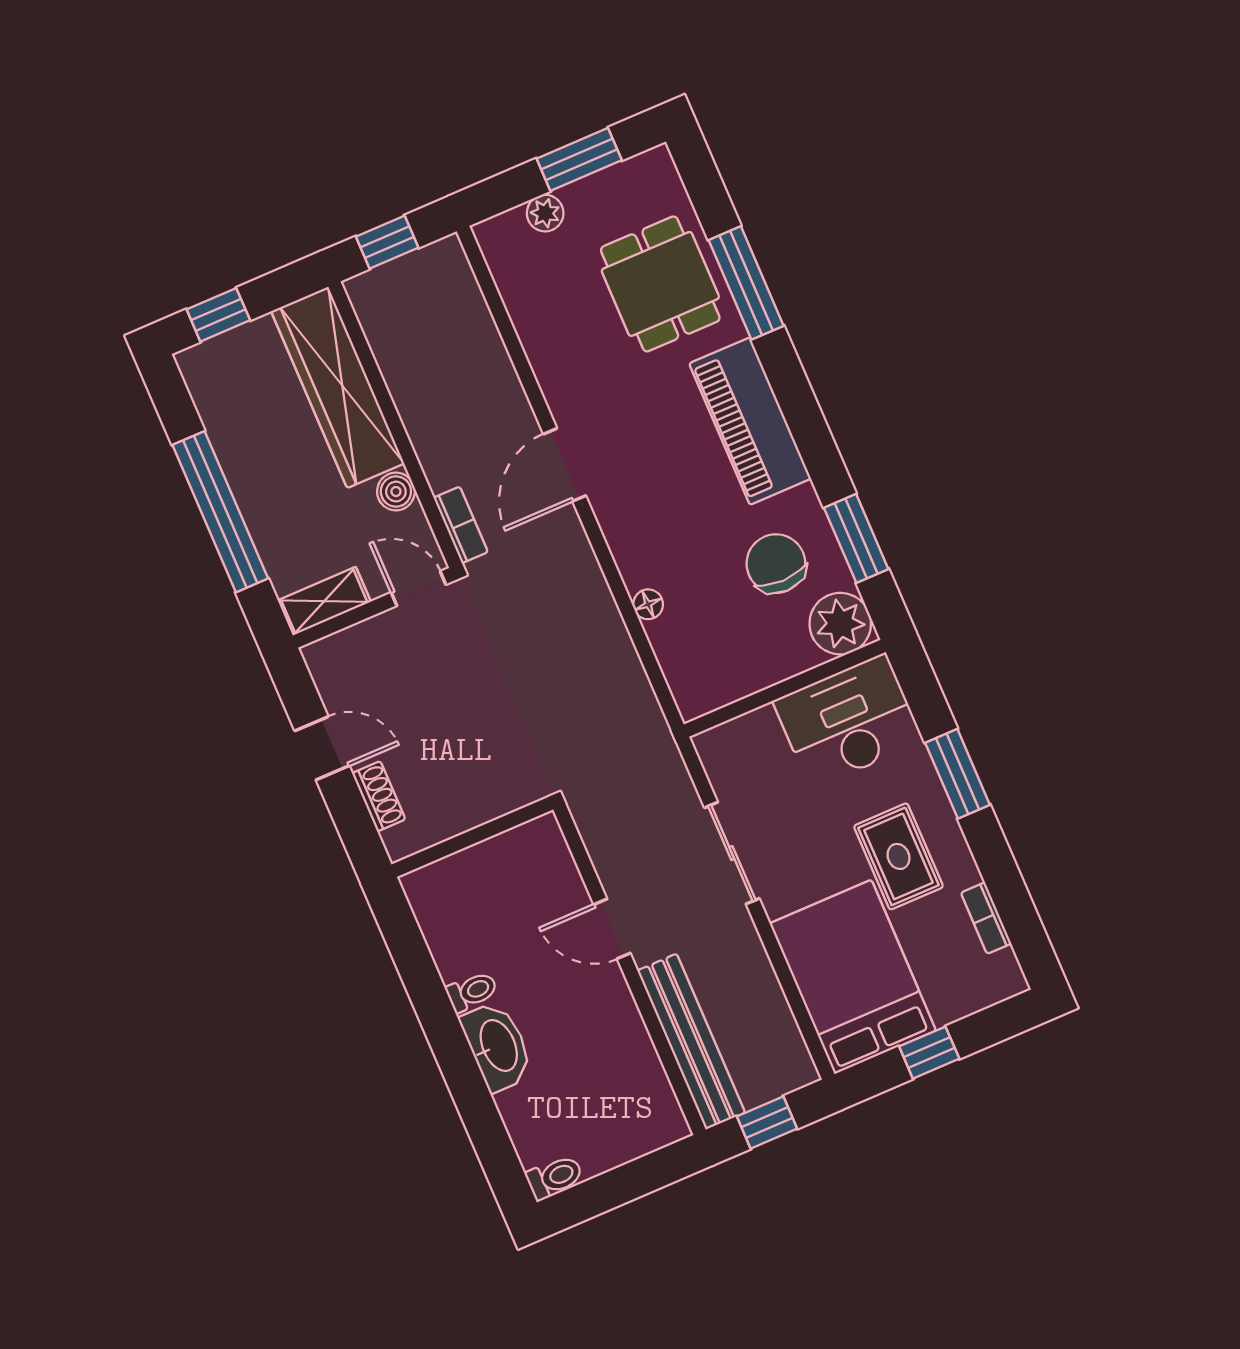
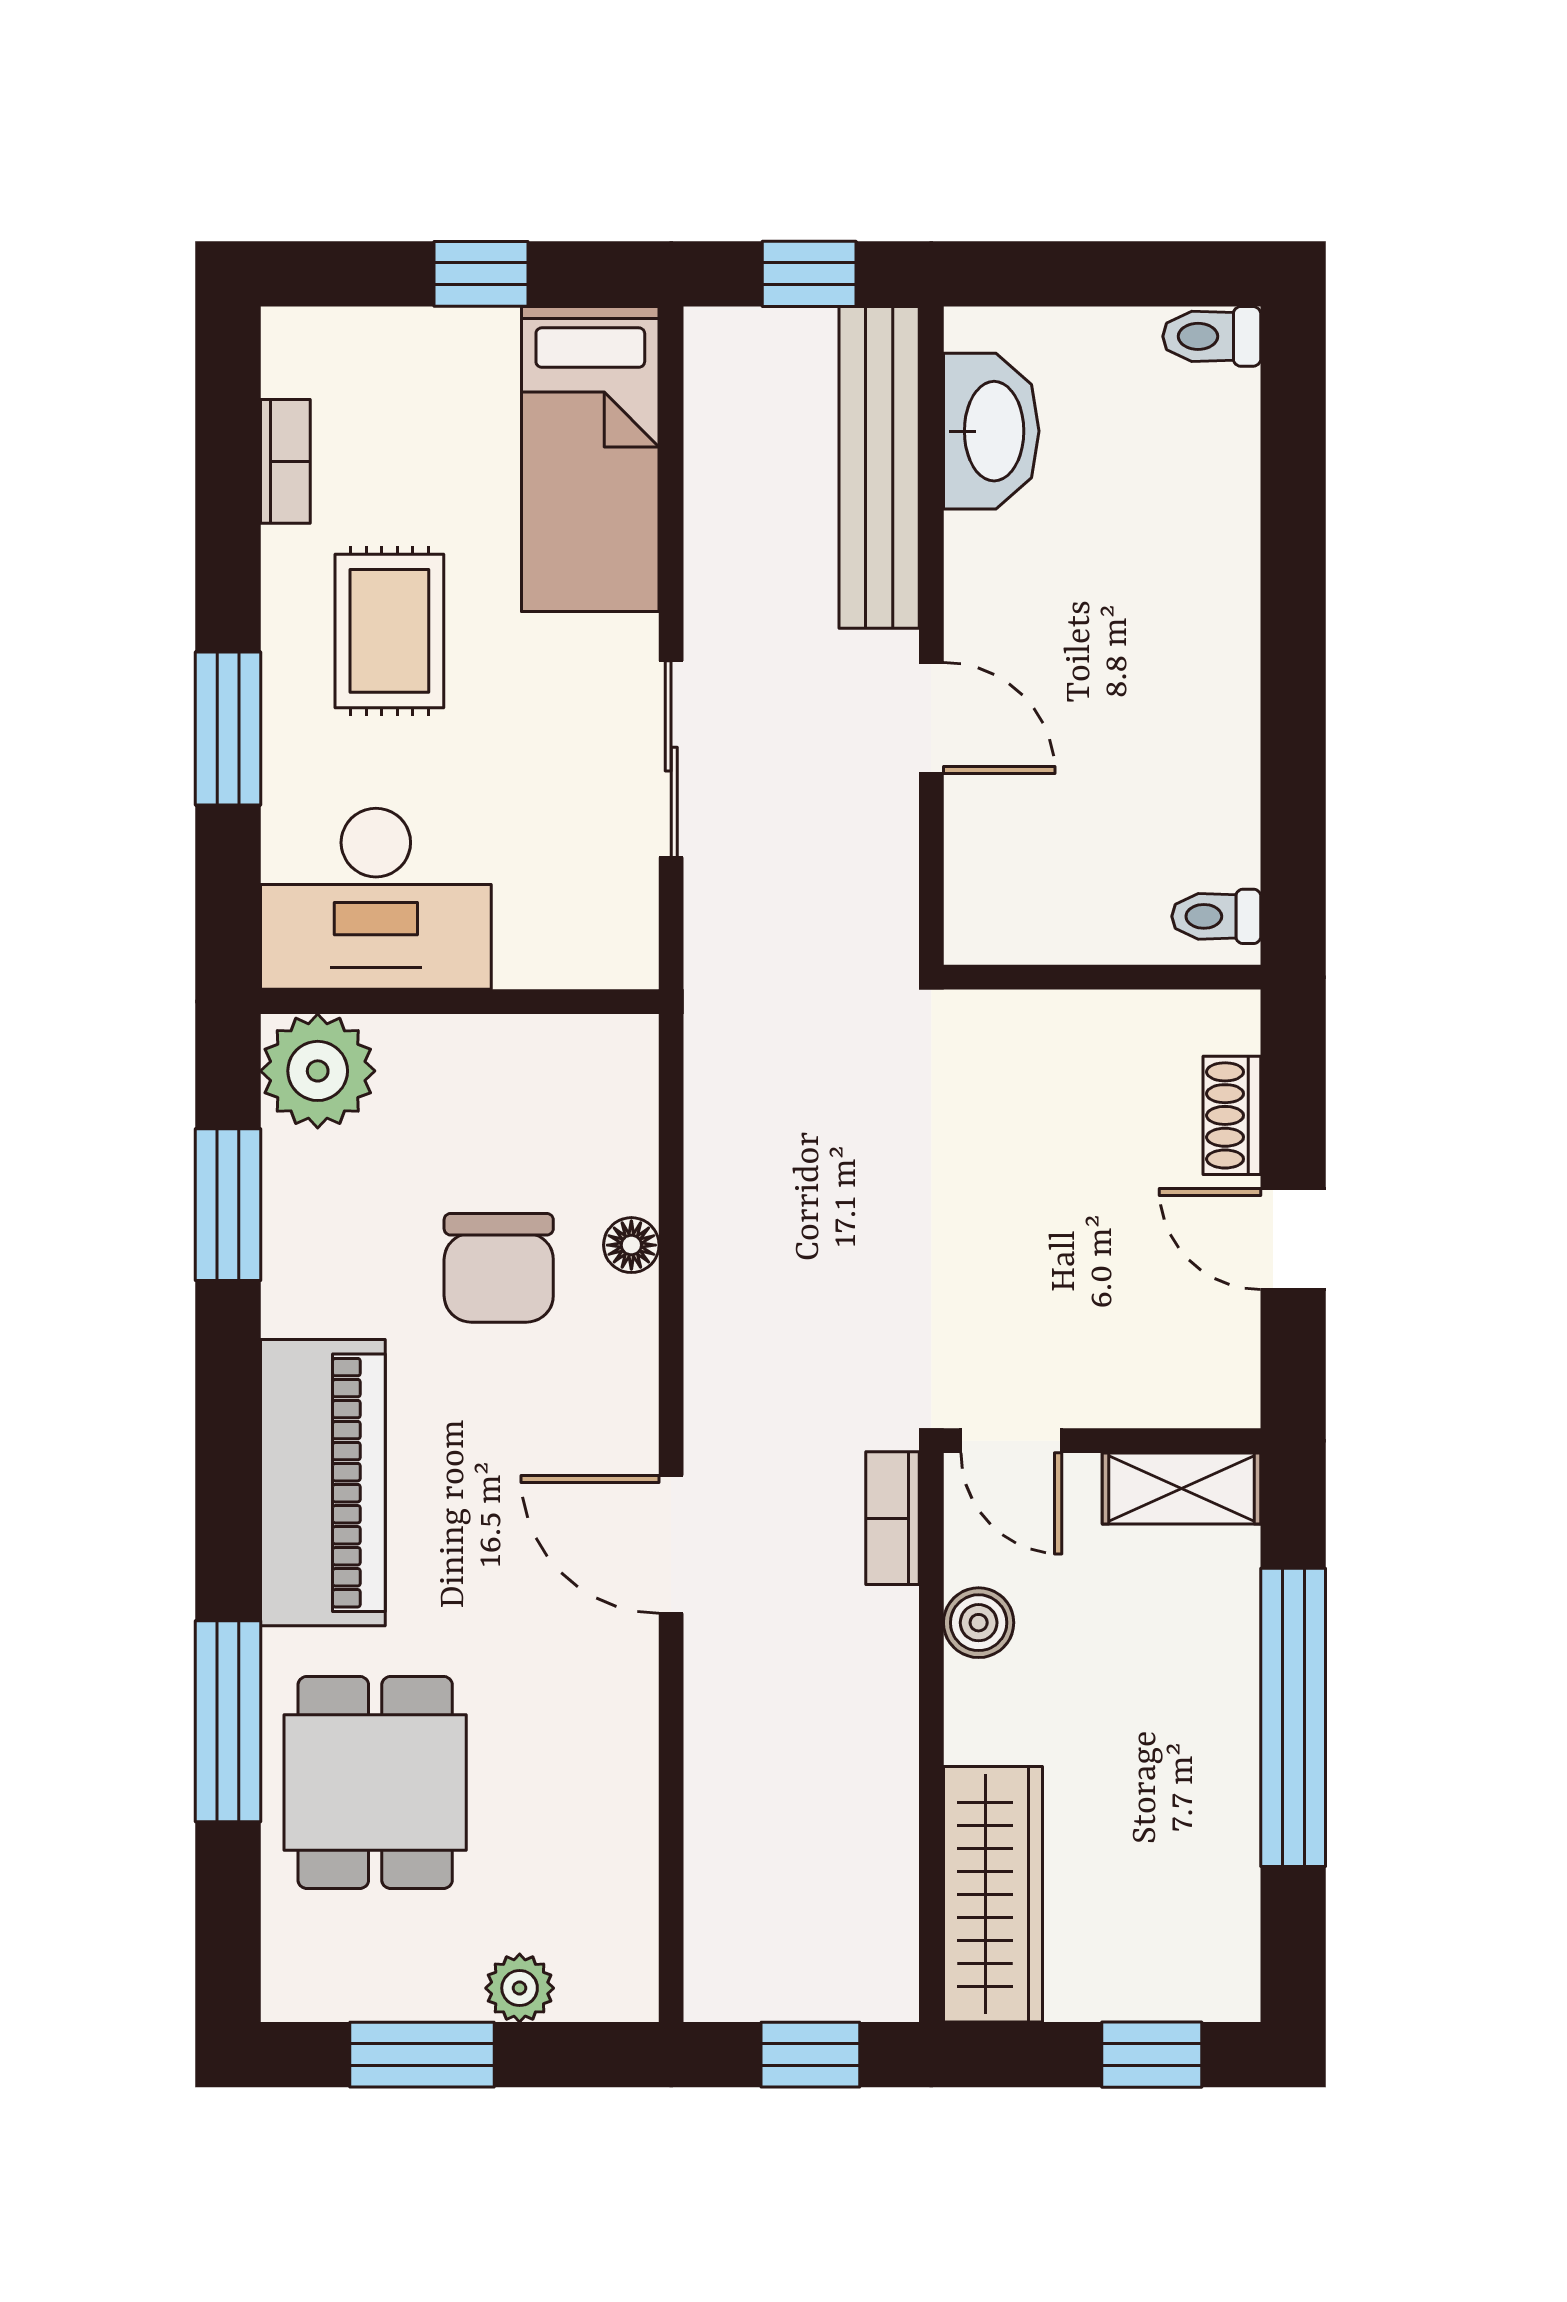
wardrobe: (338, 387) -> (993, 1894), width x0.71, depth x0.85
door: (565, 465) -> (671, 1544), swing flipped
chair: (776, 564) -> (499, 1268), moved
bed: (853, 977) -> (590, 459), width x0.67
toilet: (472, 992) -> (1216, 916), moved
washbasin: (497, 1046) -> (991, 431), moved, turned 180

